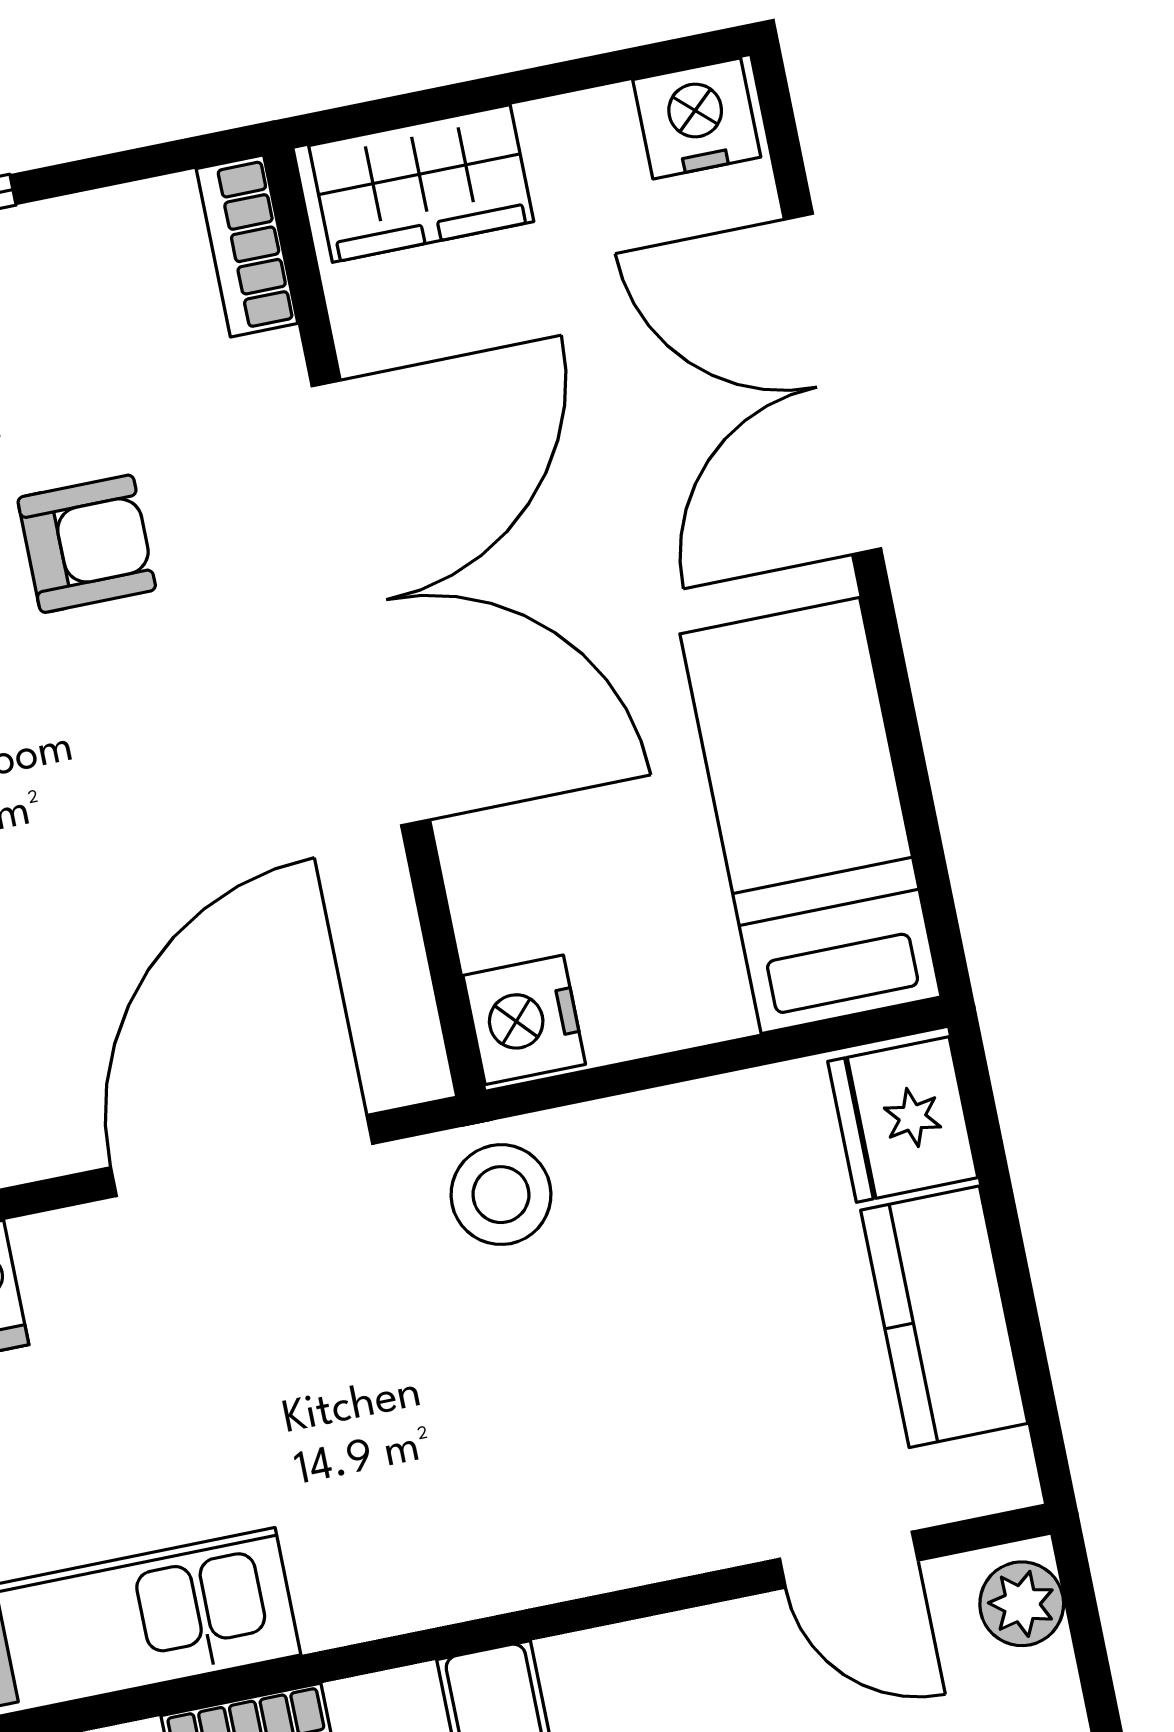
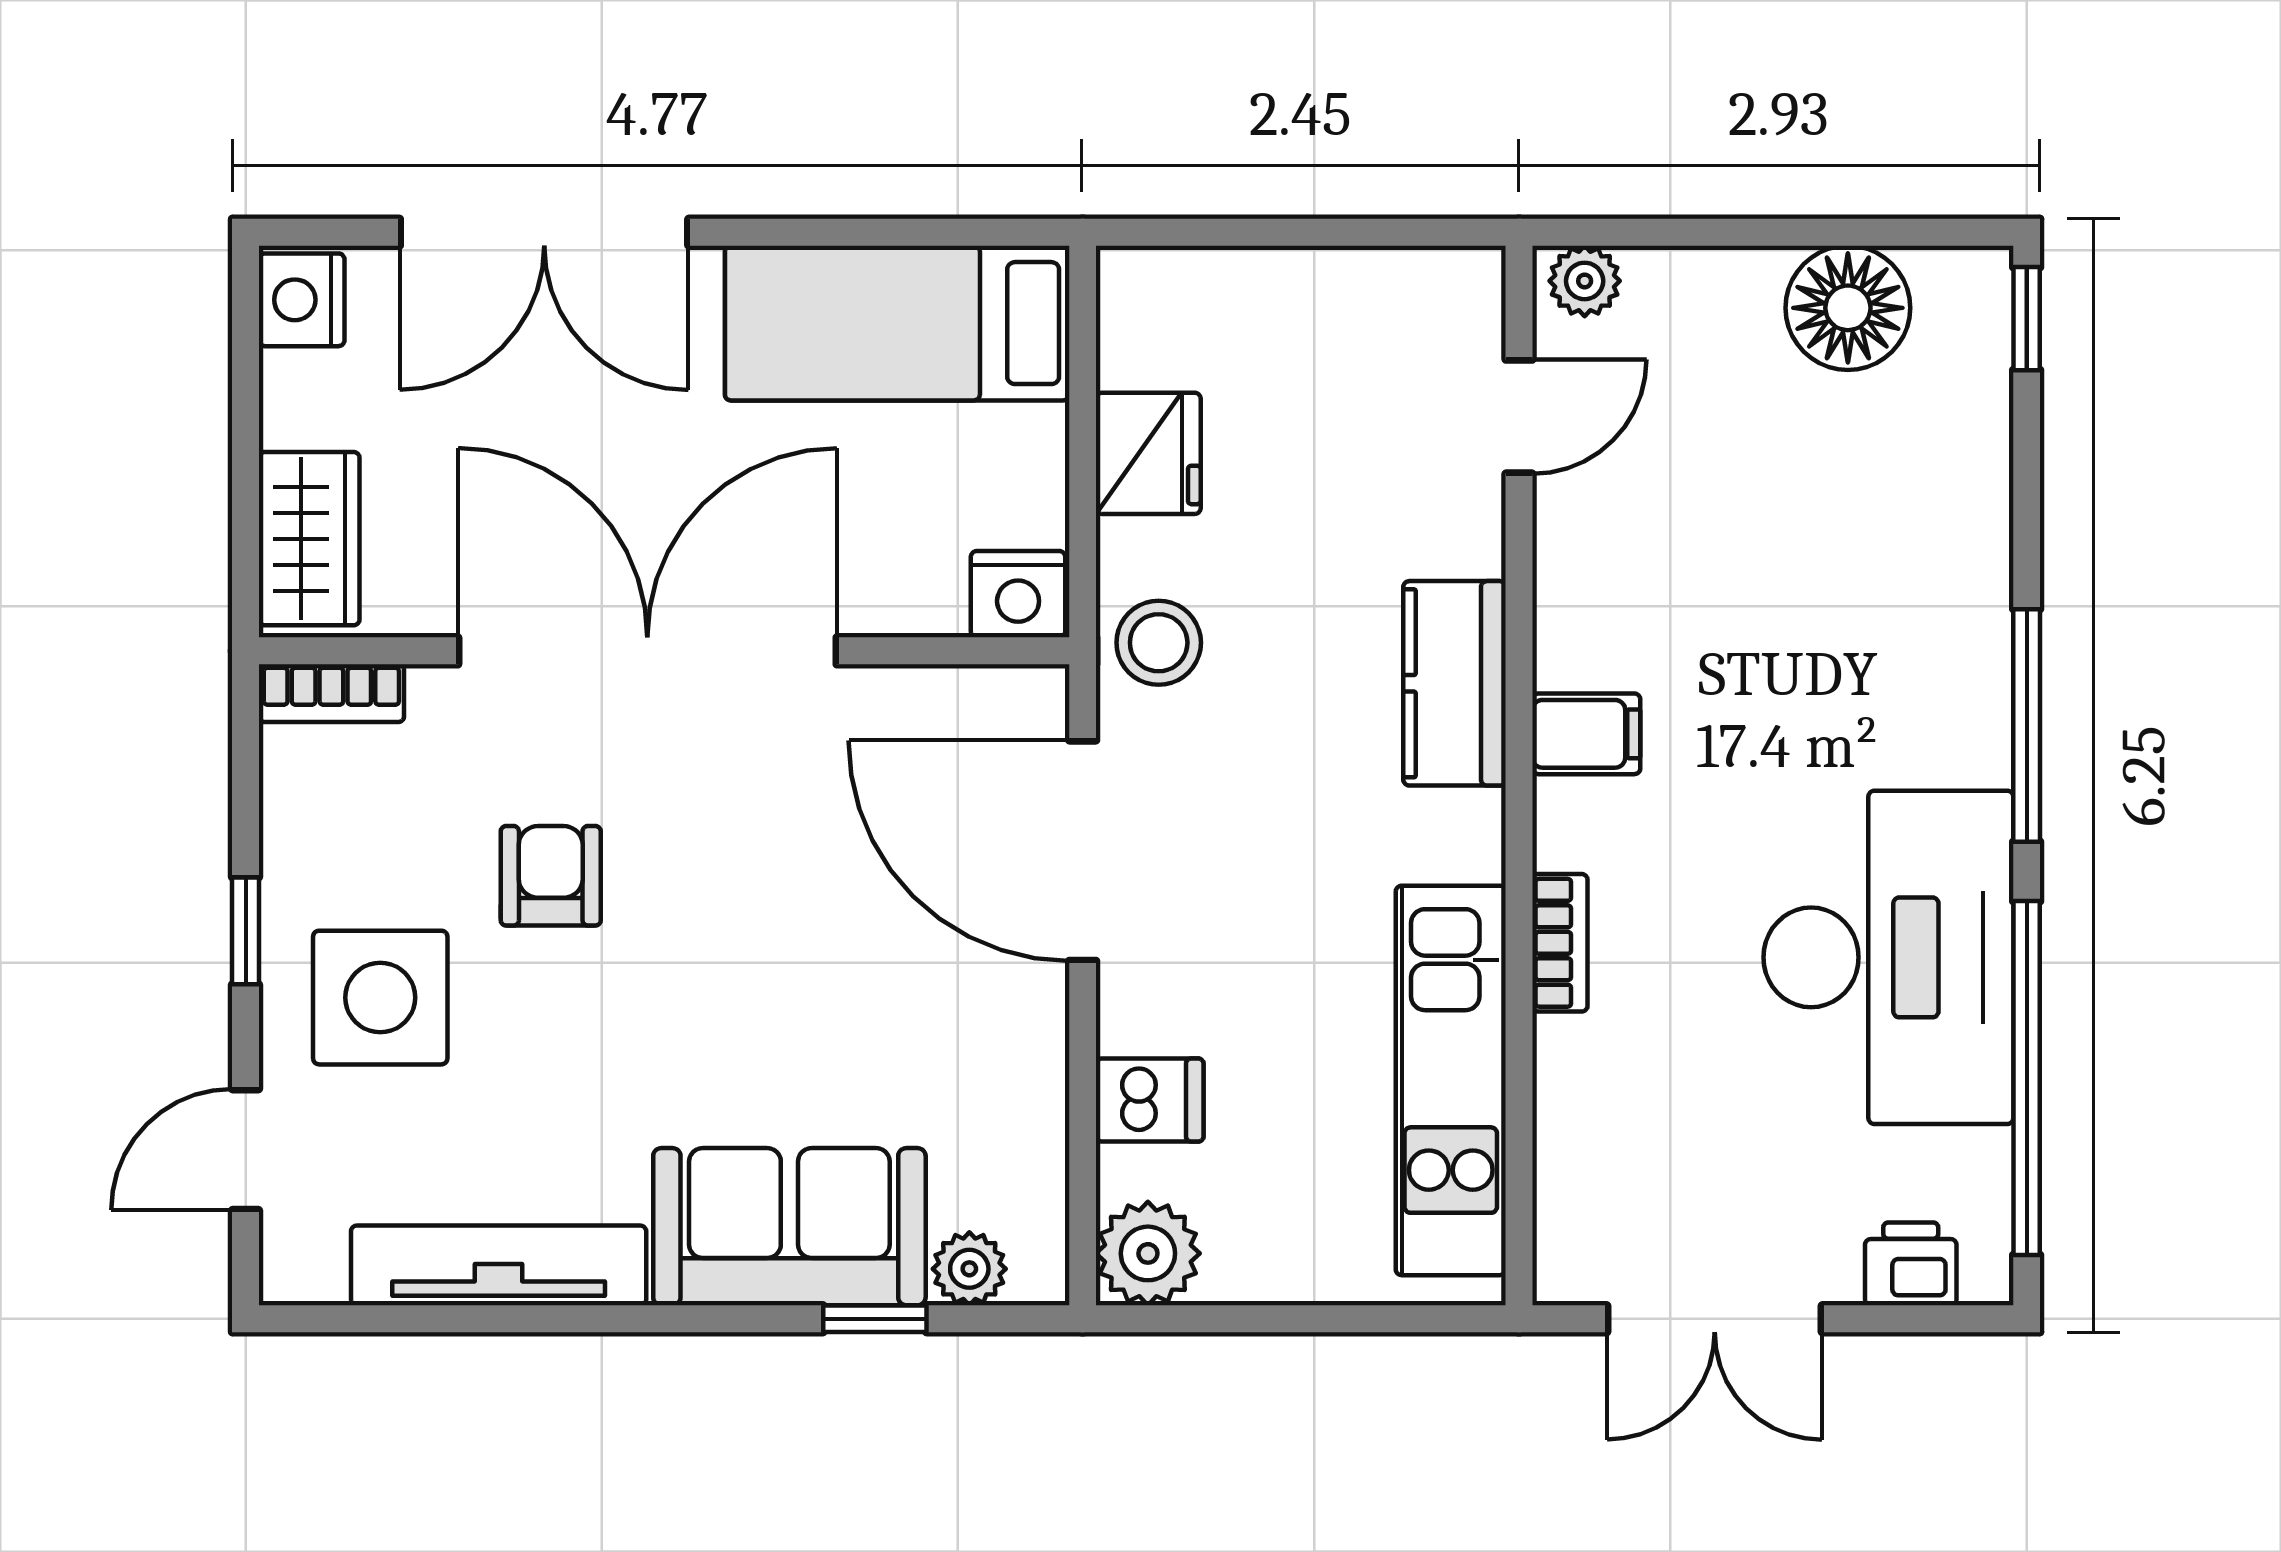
fridge: (903, 1119) -> (1148, 453), moved, turned -90
kitchen counter: (944, 1317) -> (1455, 683), moved, turned 90

